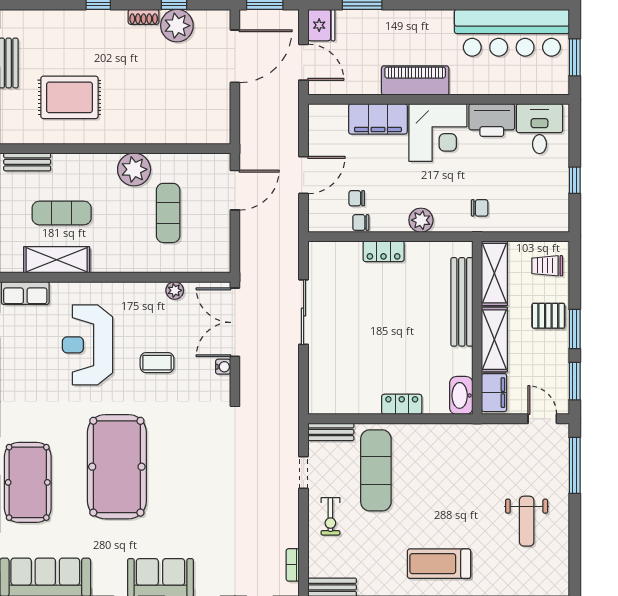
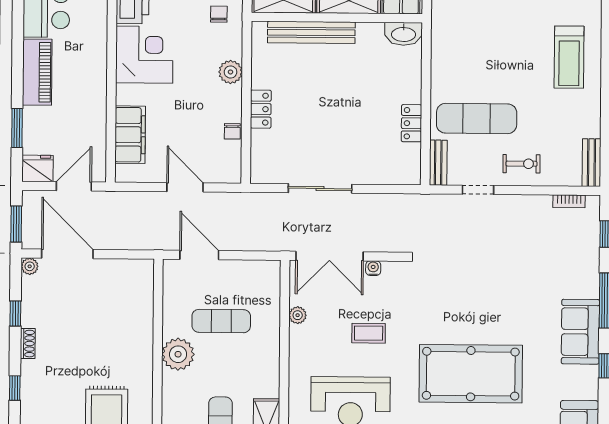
plant: (177, 26) -> (30, 266), moved, width x0.53, depth x0.53
piano: (415, 80) -> (37, 72), moved, turned 180
filing cabinet: (378, 119) -> (130, 135), moved
chair: (357, 198) -> (208, 135), removed
coffee table: (157, 363) -> (369, 333), turned 90
locker: (402, 404) -> (411, 123), moved

